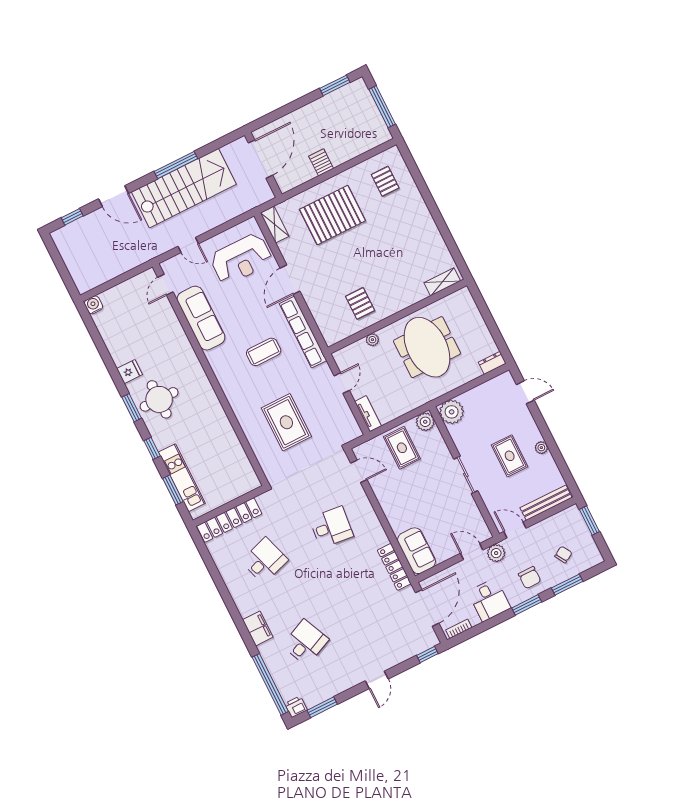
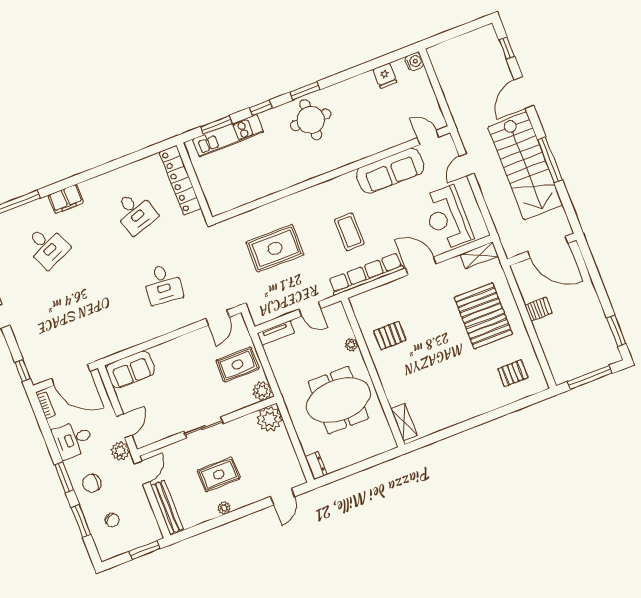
fridge: (130, 372) -> (385, 76), moved
locker: (394, 567) -> (116, 345), removed

